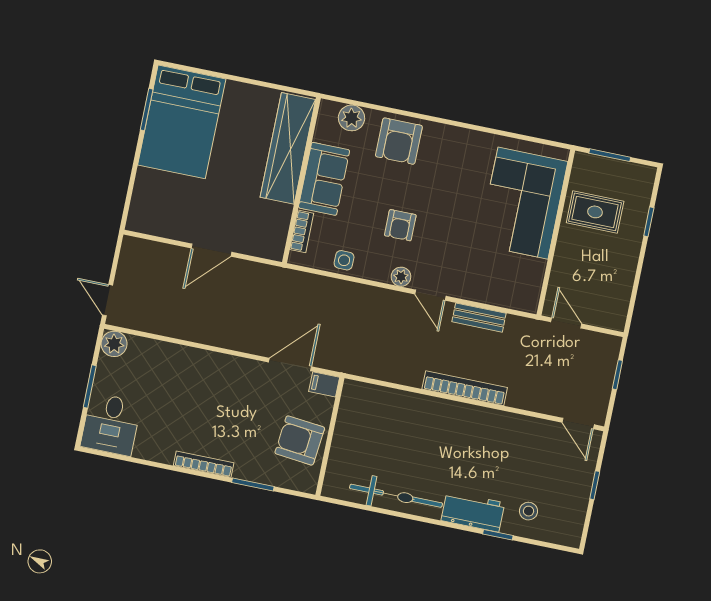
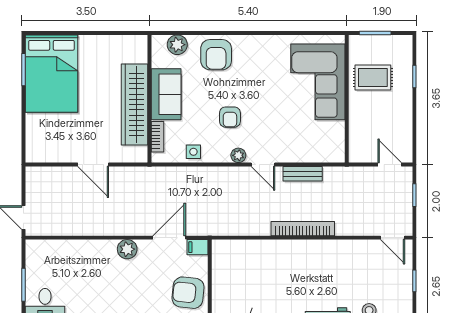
wardrobe: (288, 148) -> (135, 105), moved
door: (211, 250) -> (93, 165), hinge flipped
door: (566, 323) -> (390, 165), moved
plant: (114, 344) -> (127, 249), moved

